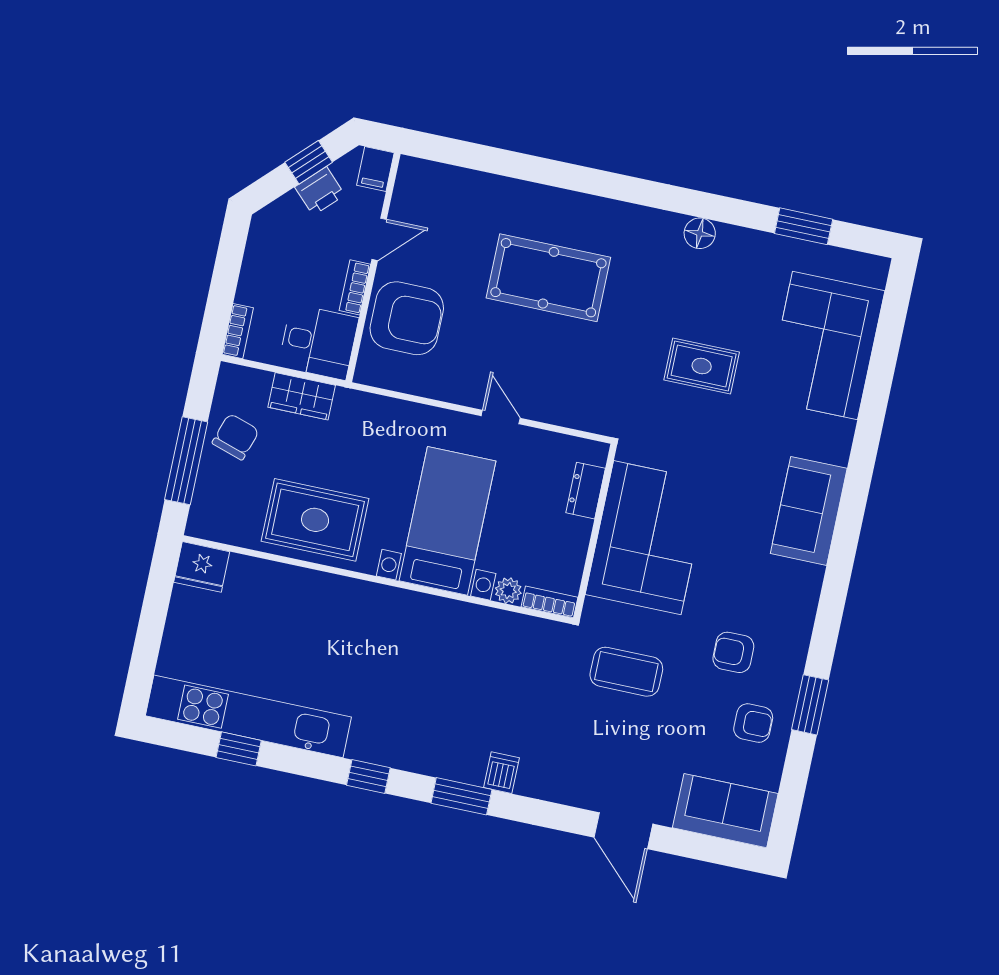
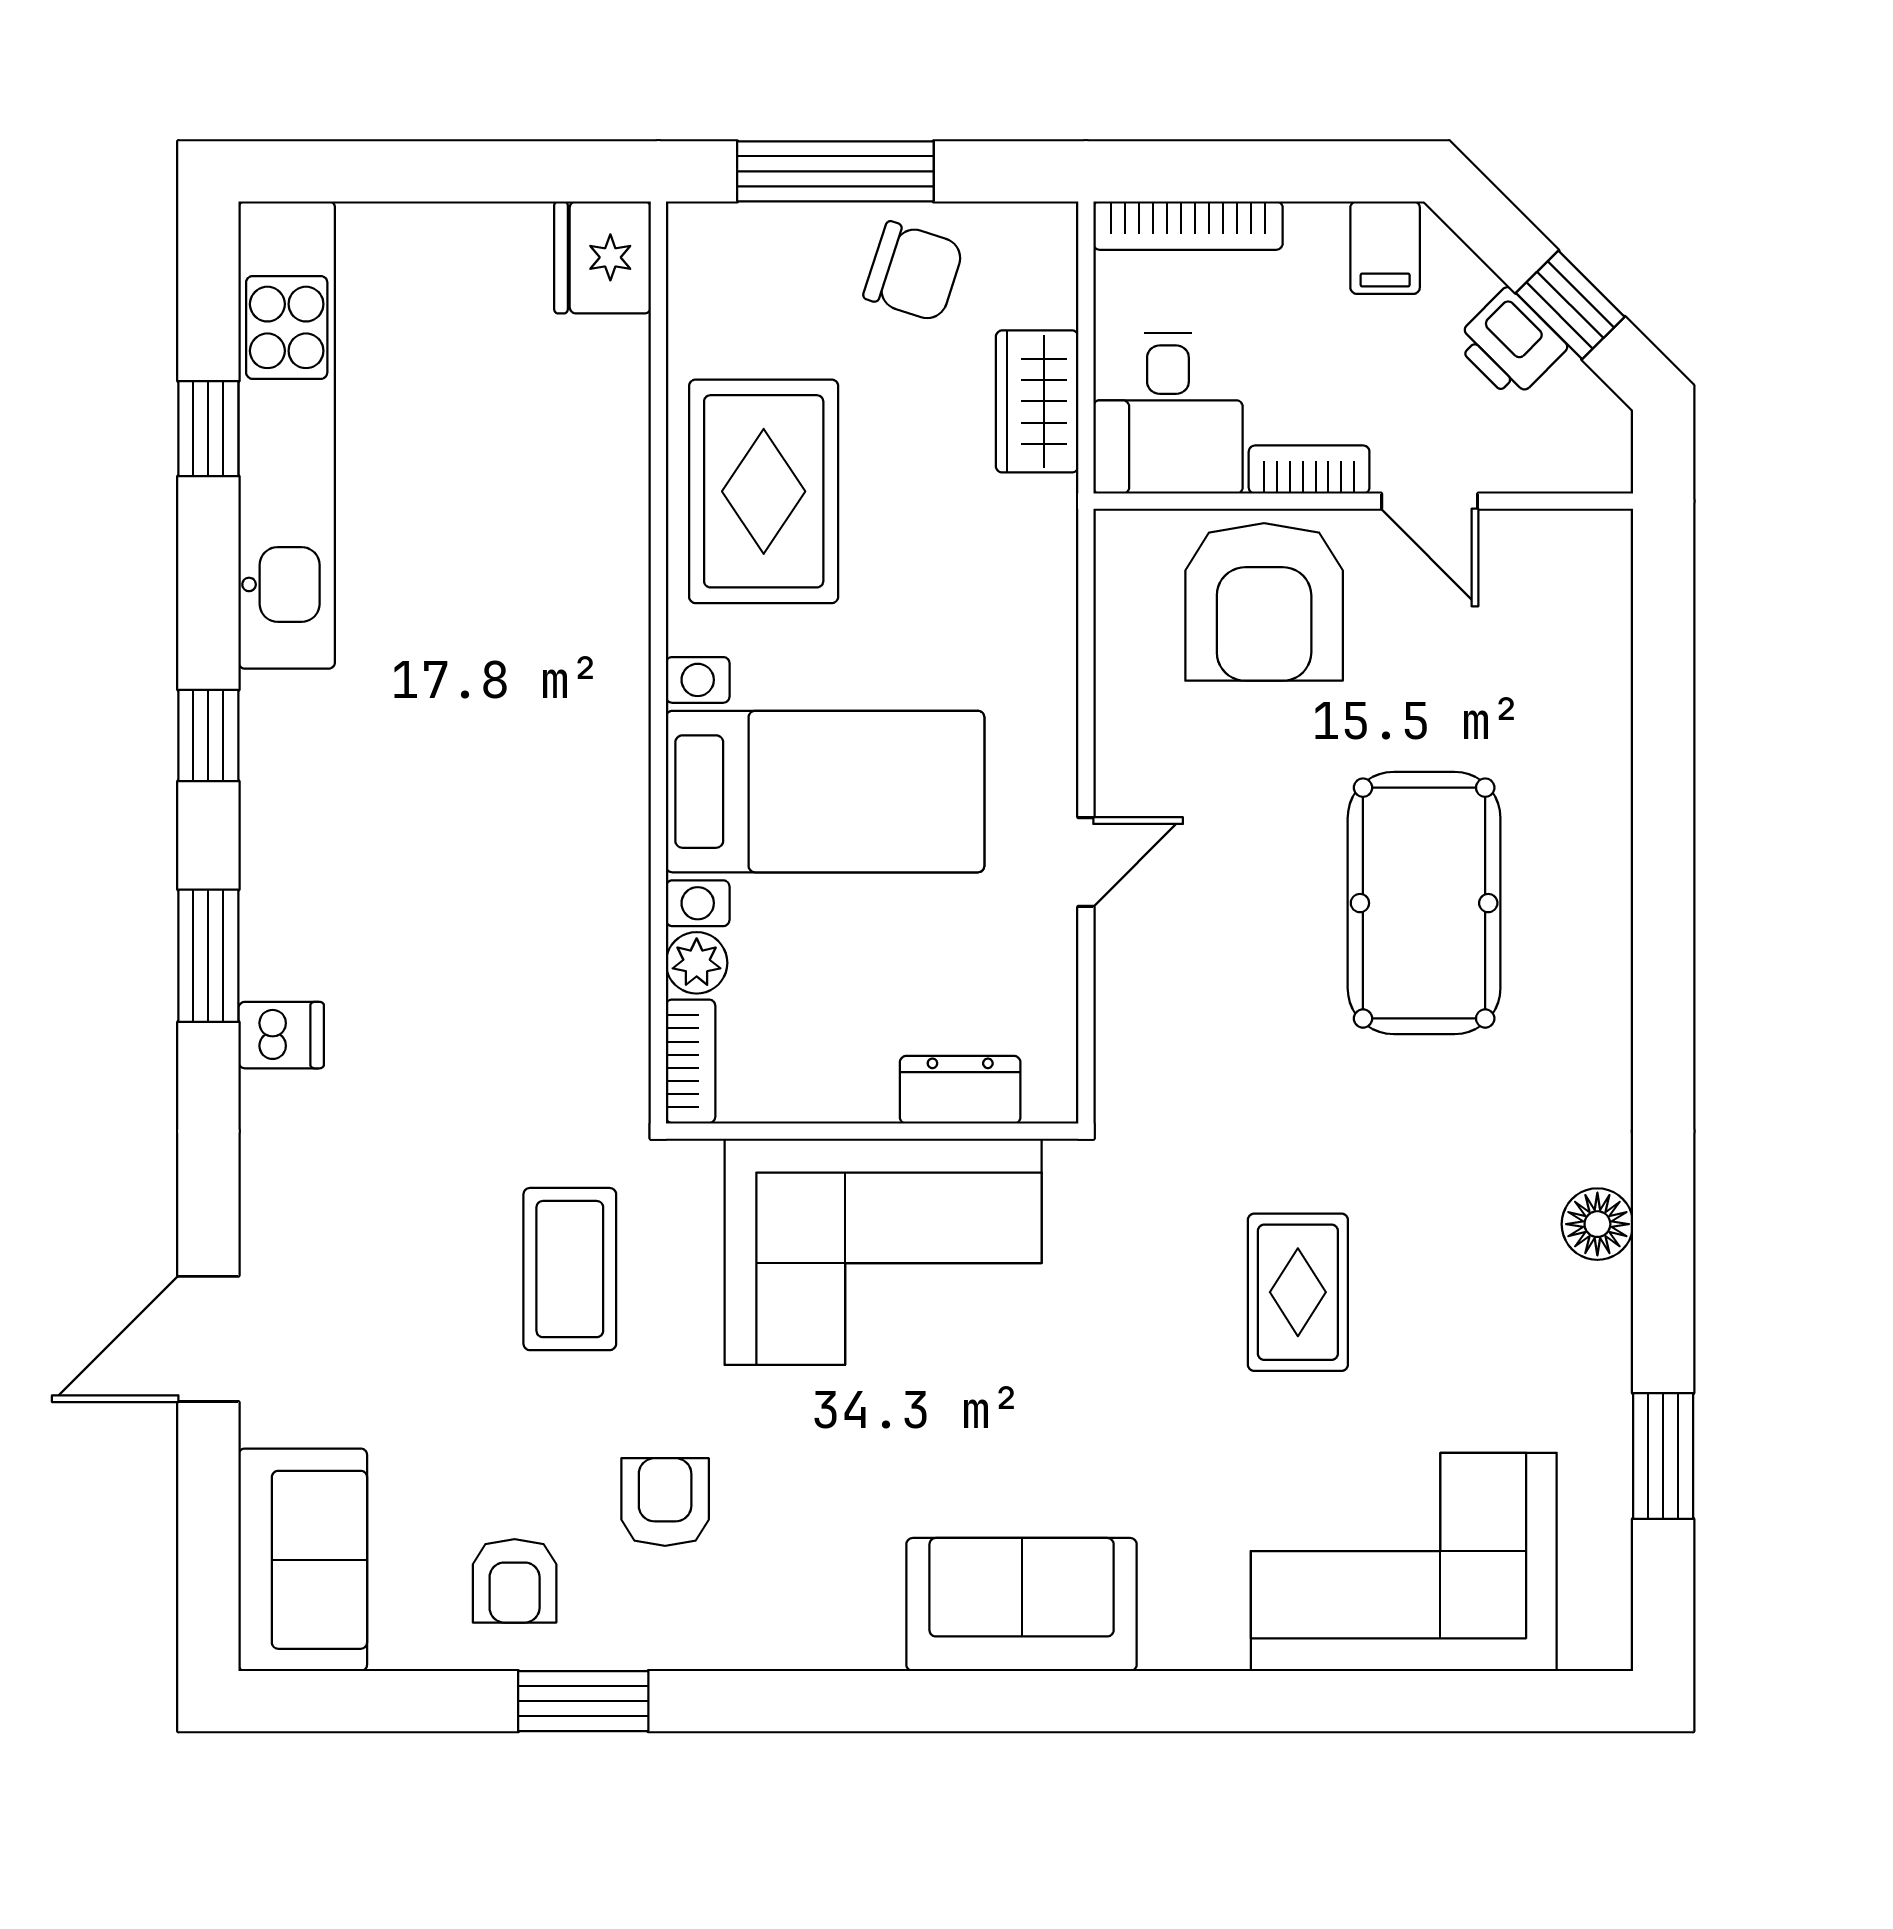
filing cabinet: (375, 169) -> (1385, 248), moved, turned -90
bookcase: (238, 331) -> (1188, 226), width x1.56

